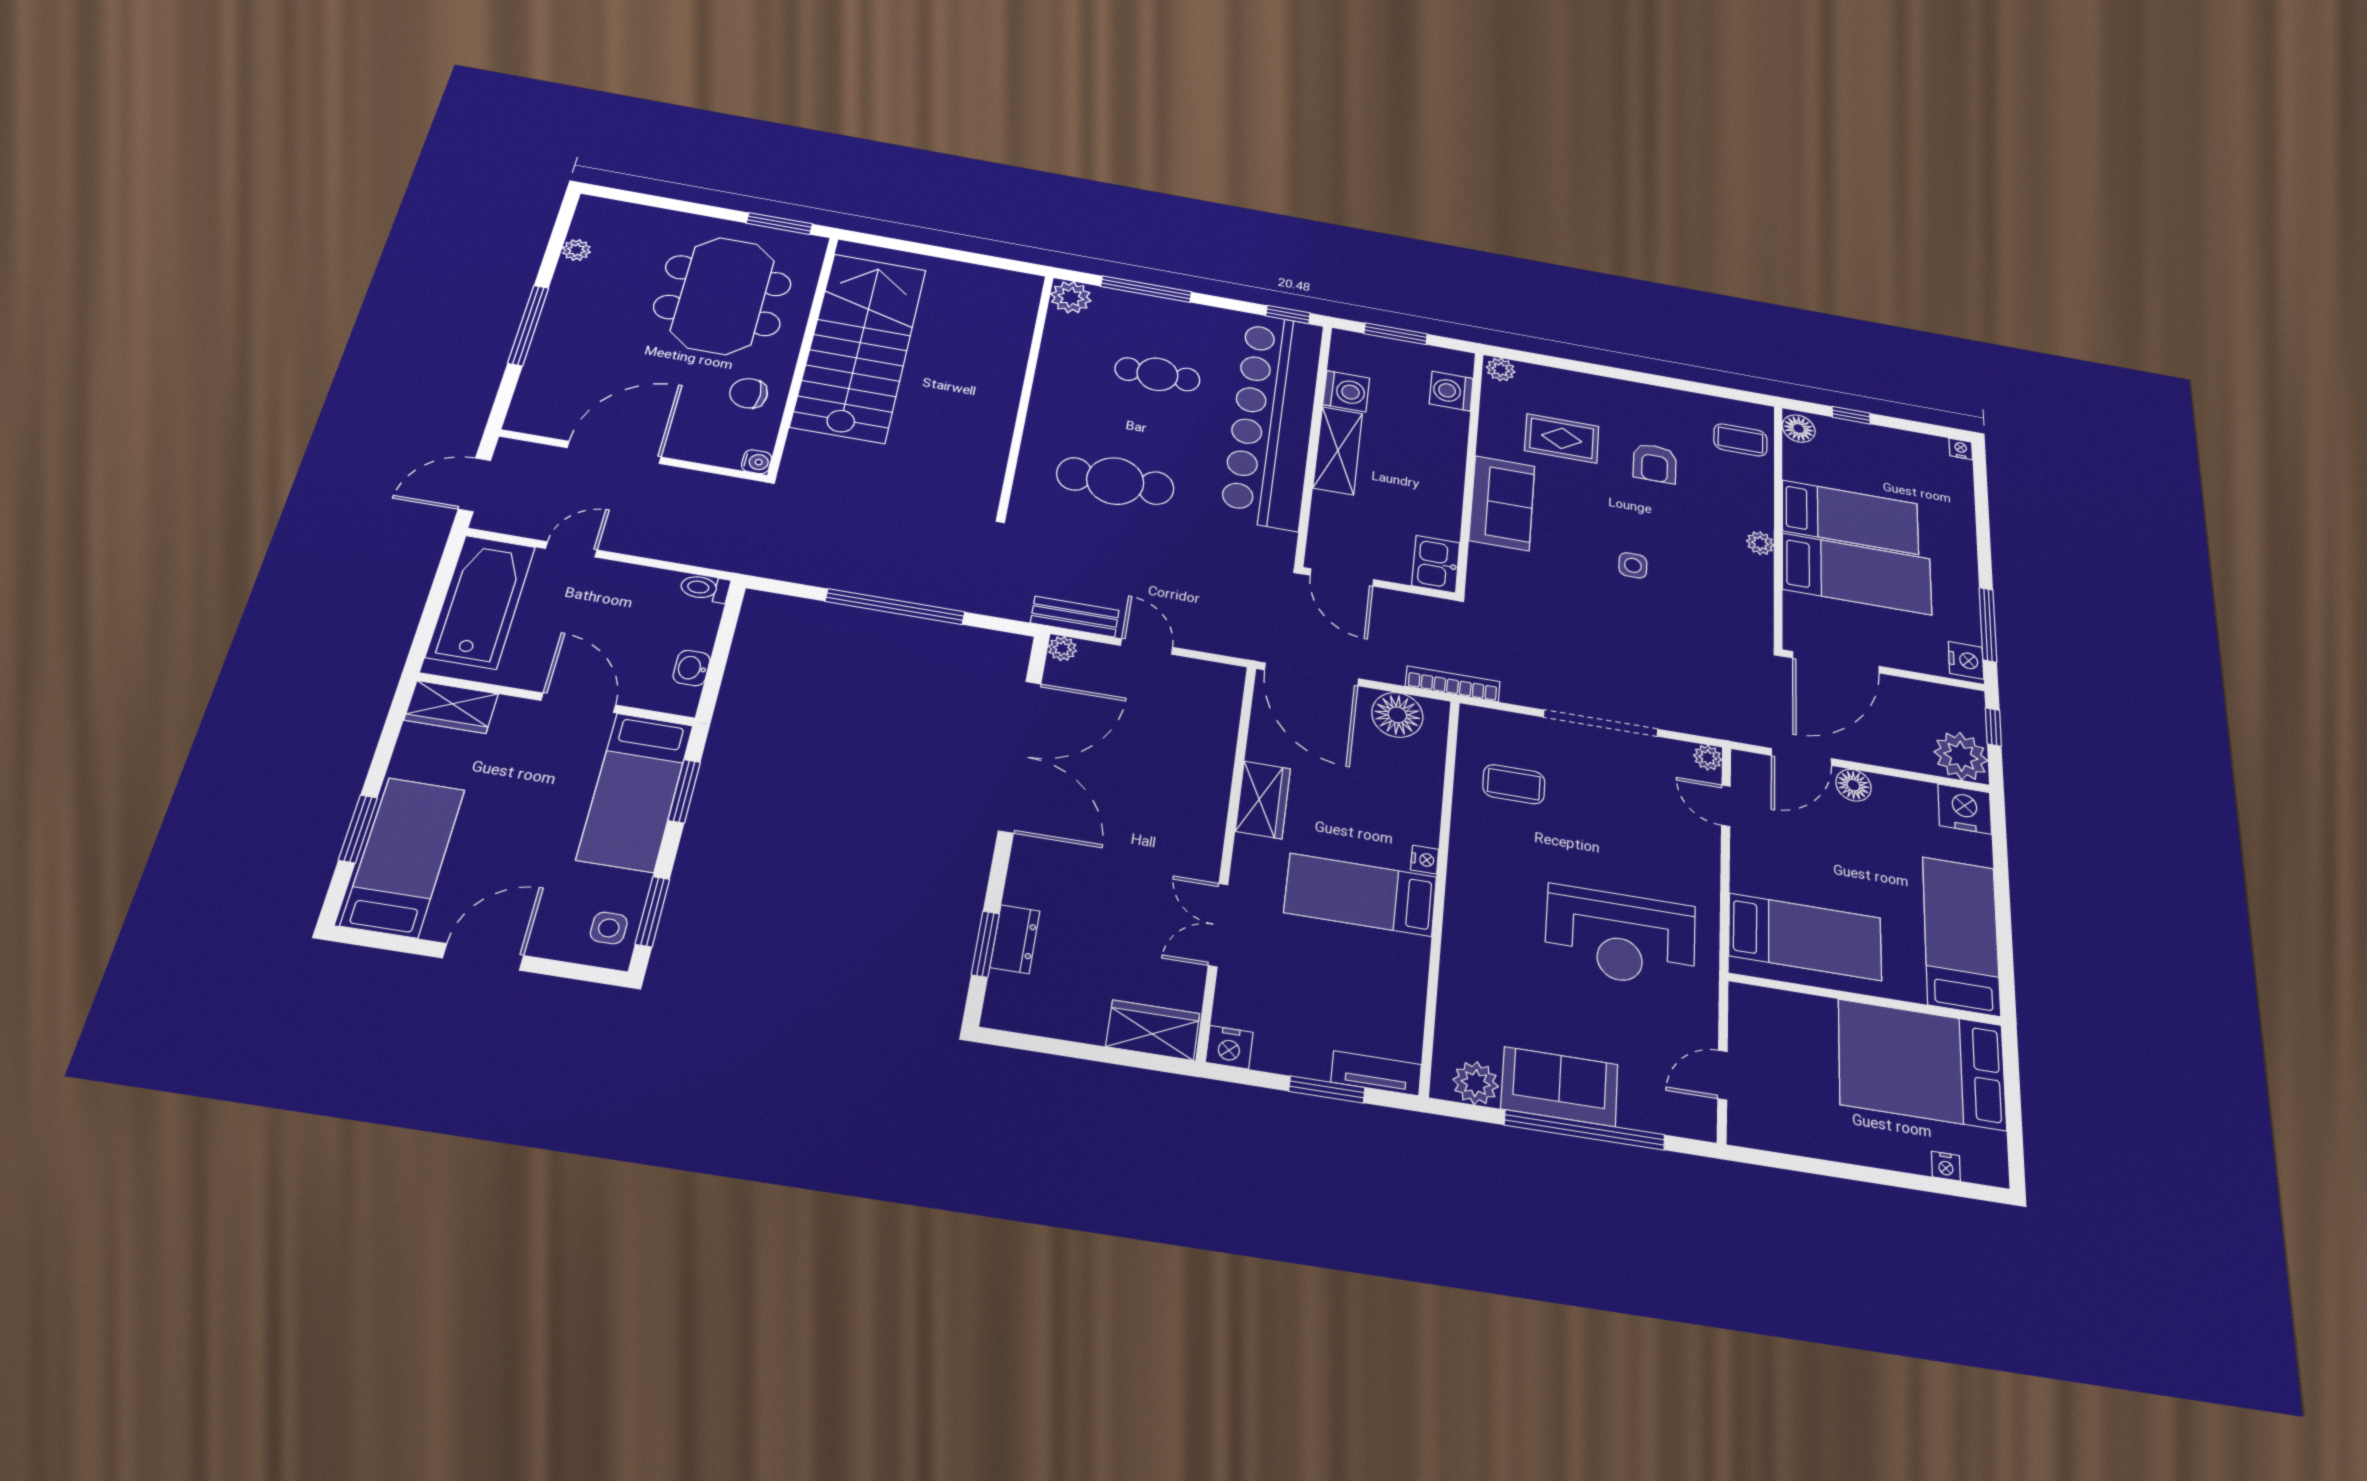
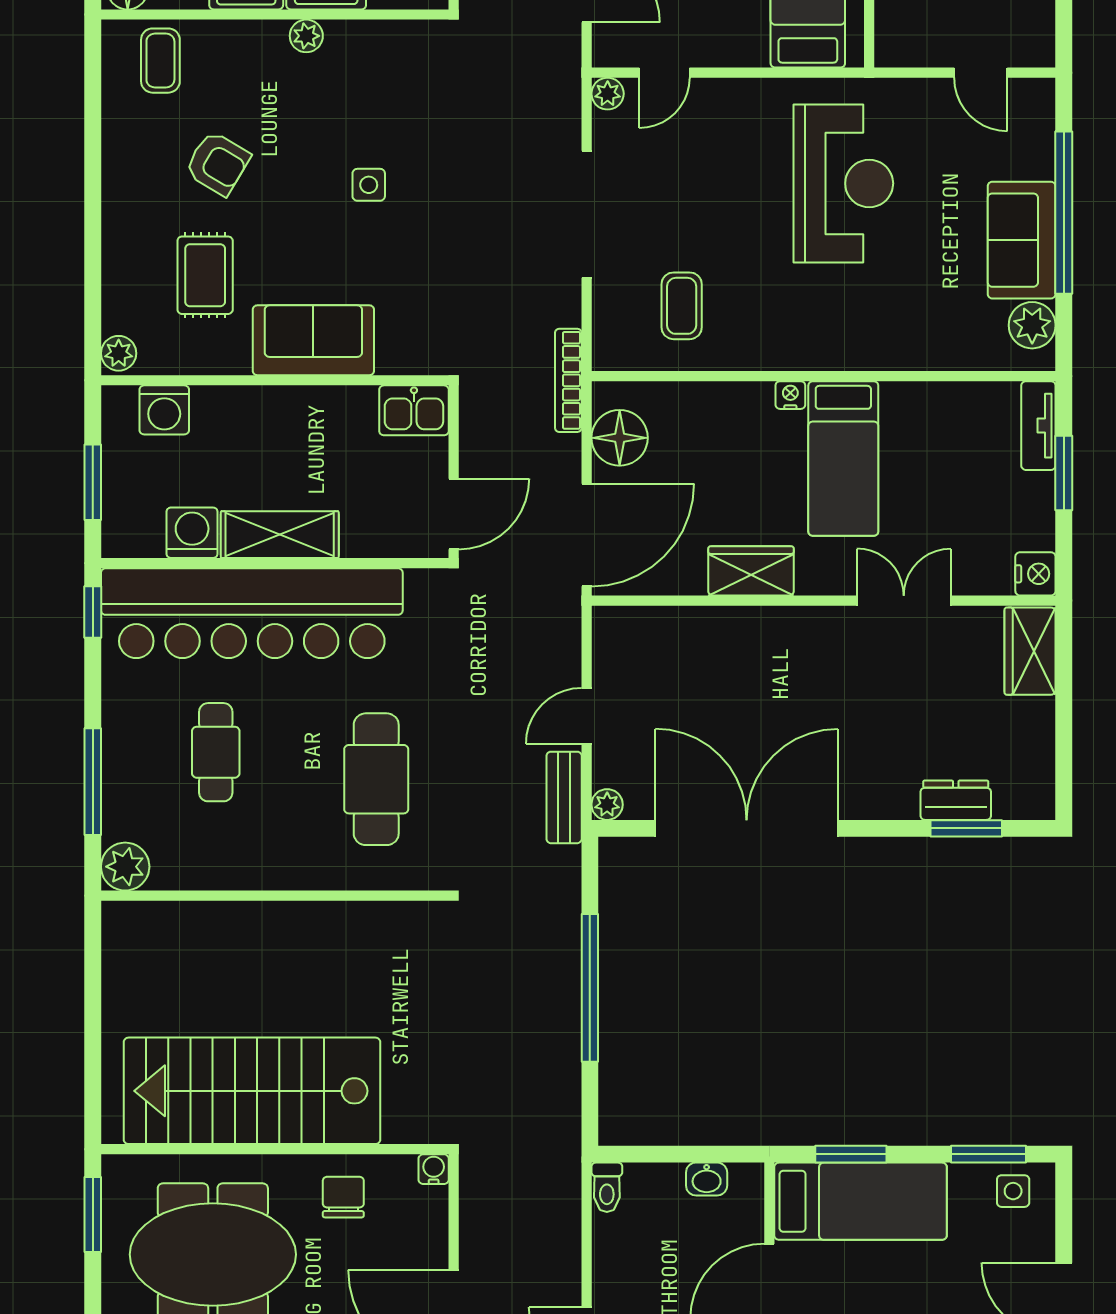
chair: (749, 393) -> (343, 1197), turned 180
armchair: (1655, 463) -> (218, 163), turned 31
double door: (1218, 925) -> (904, 601), swing flipped

